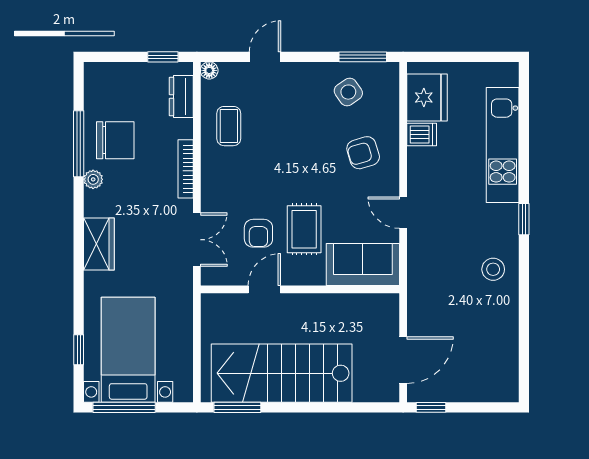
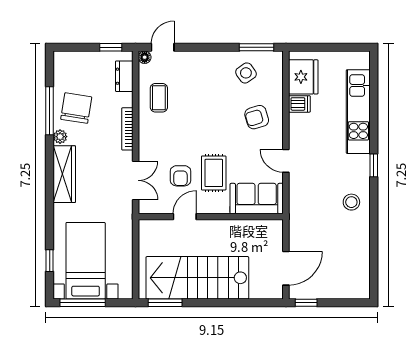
door: (265, 57) -> (163, 47), moved
chair: (115, 140) -> (76, 108), turned -81
wardrobe: (99, 244) -> (64, 174), width x1.50

